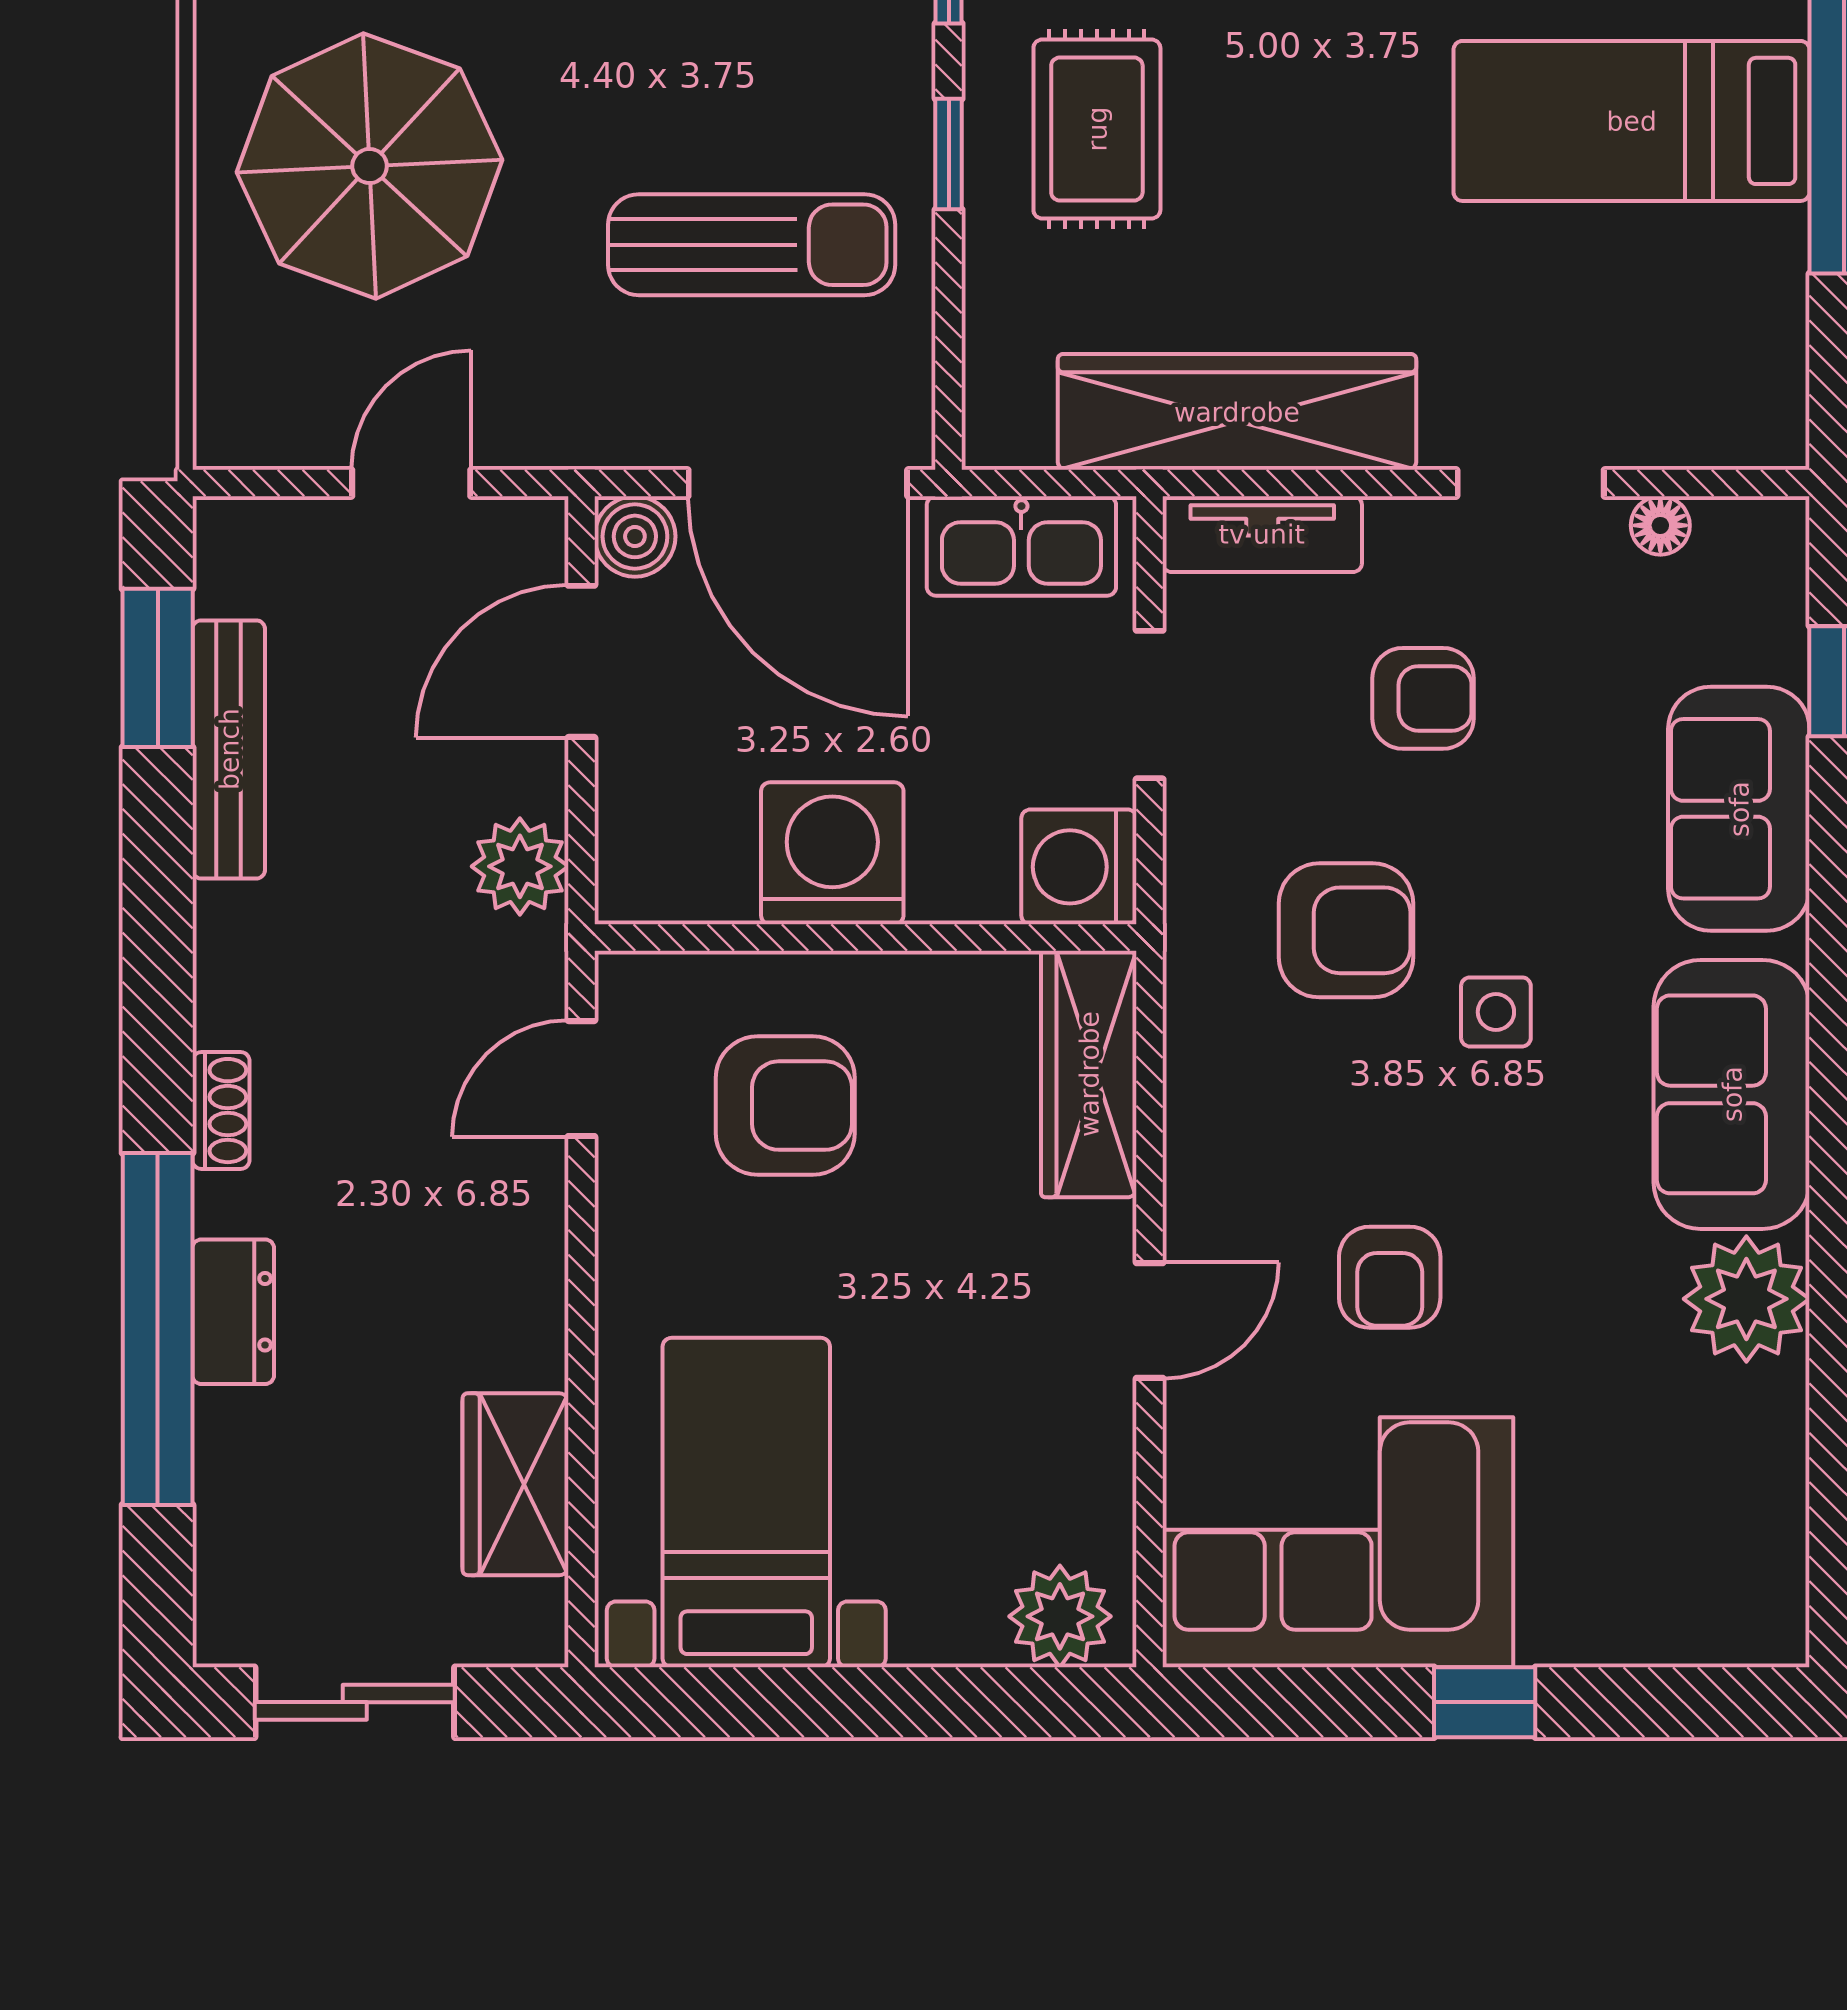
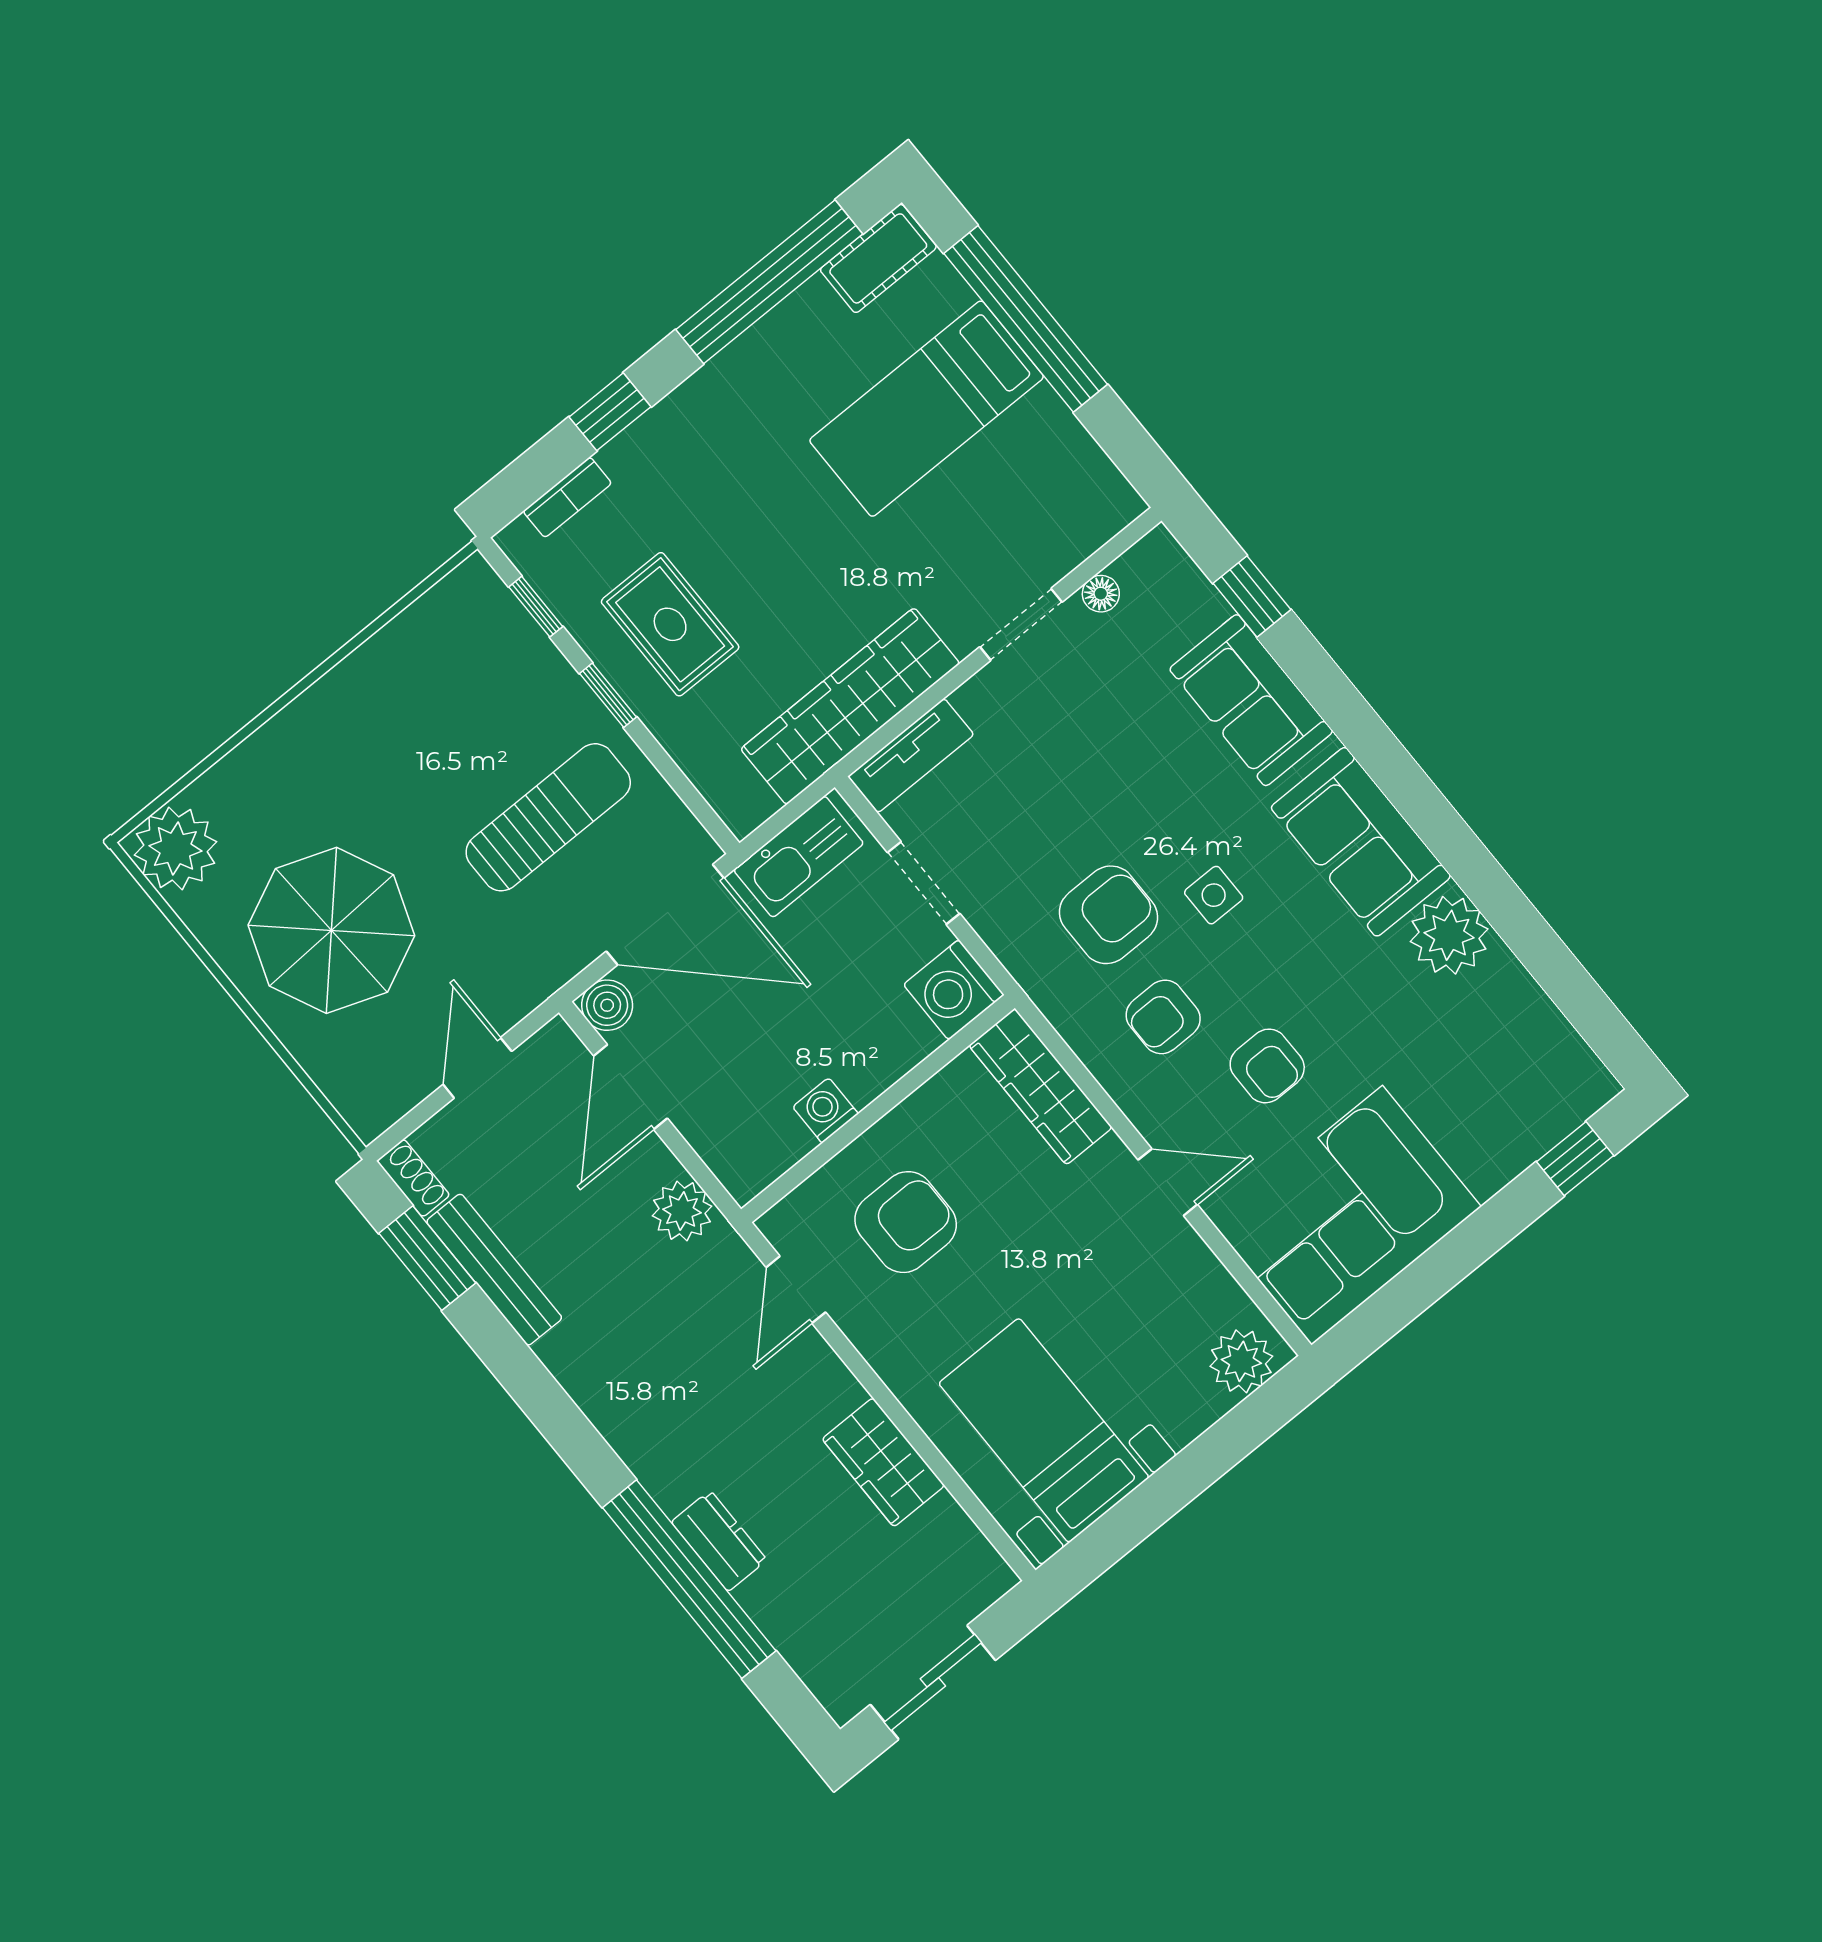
armchair: (1423, 698) -> (1163, 1017), moved, turned 180
washing machine: (832, 853) -> (825, 1110), width x0.53, depth x0.53
shoe rack: (221, 1111) -> (413, 1178), moved
door: (1150, 1321) -> (1168, 1182), hinge flipped
wardrobe: (516, 1484) -> (883, 1462), moved
window: (1485, 1702) -> (1575, 1159), moved

